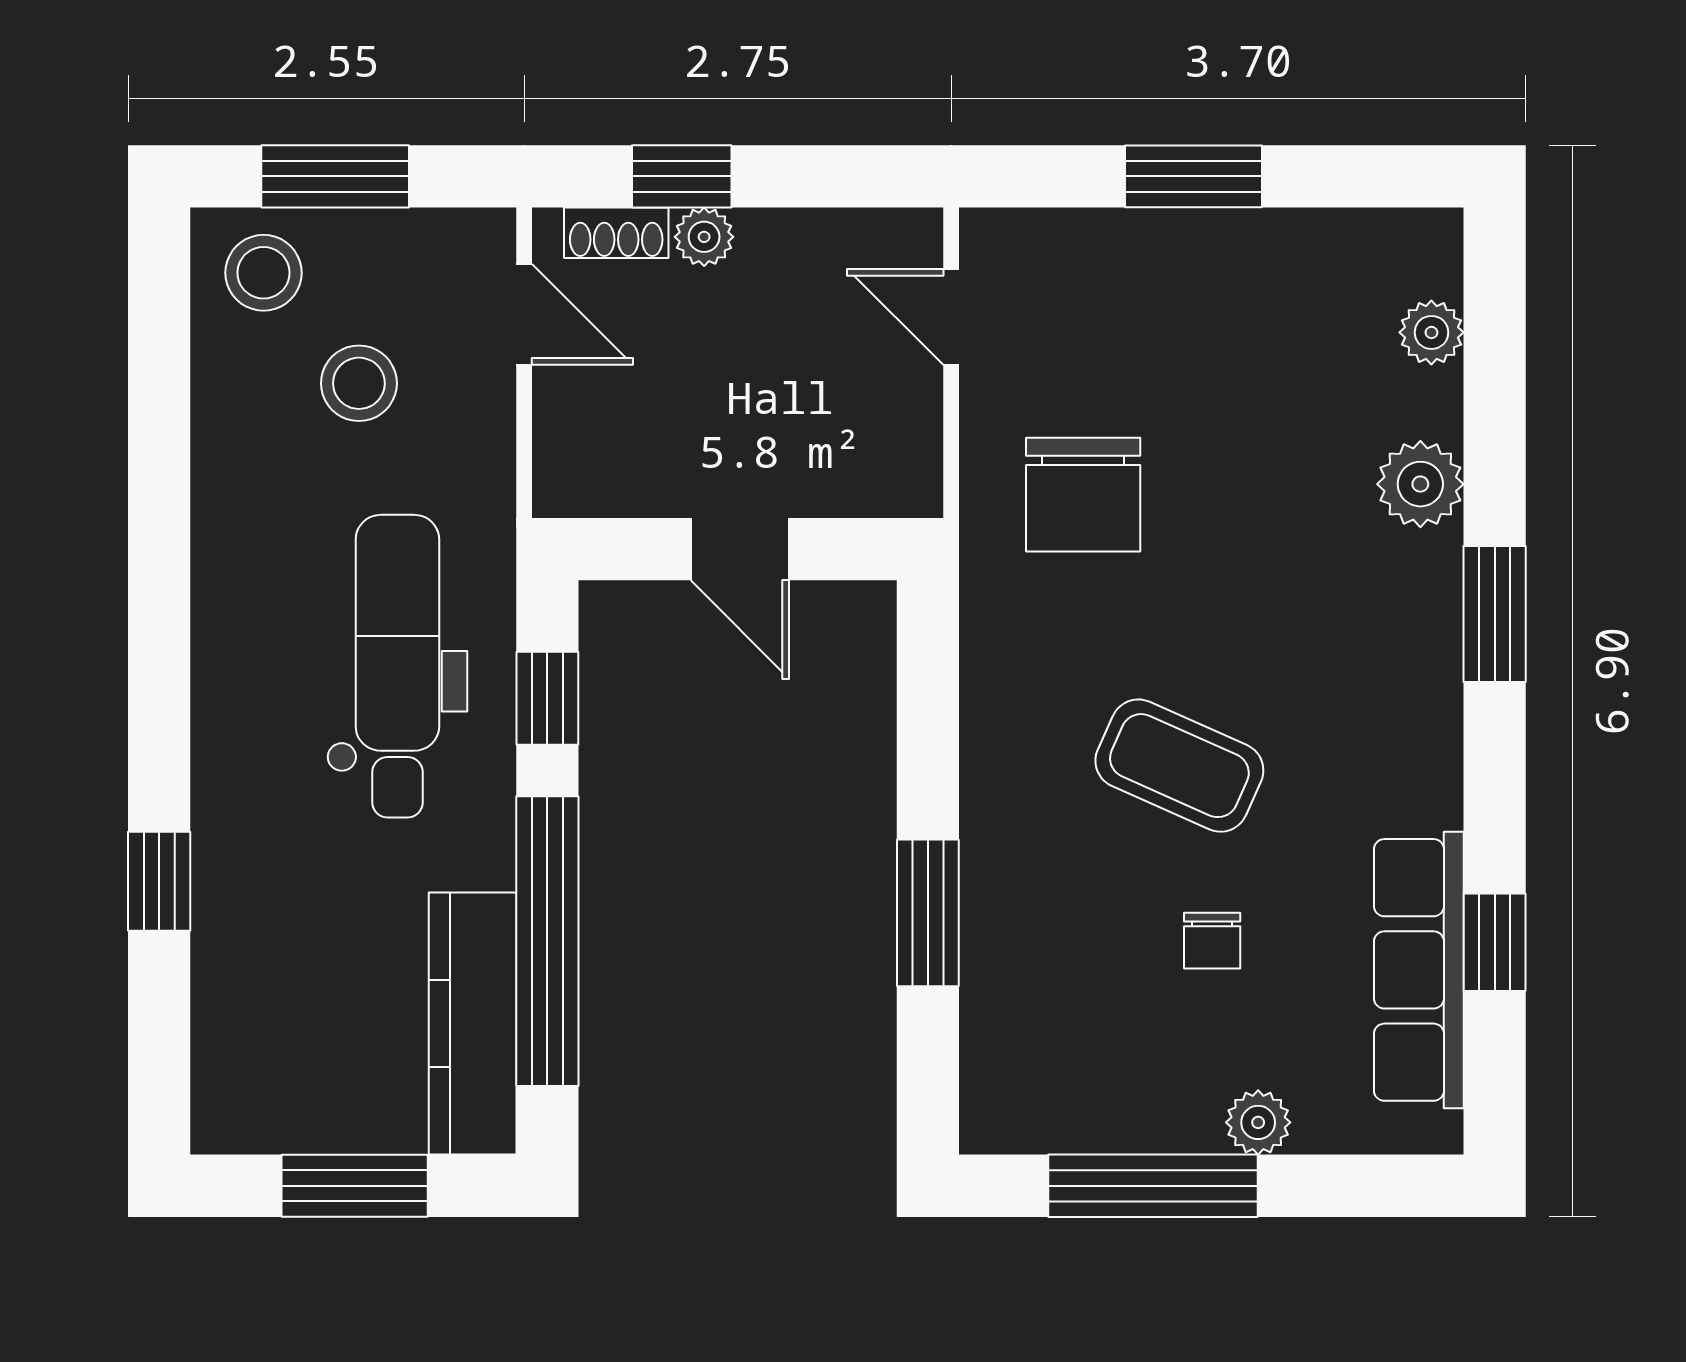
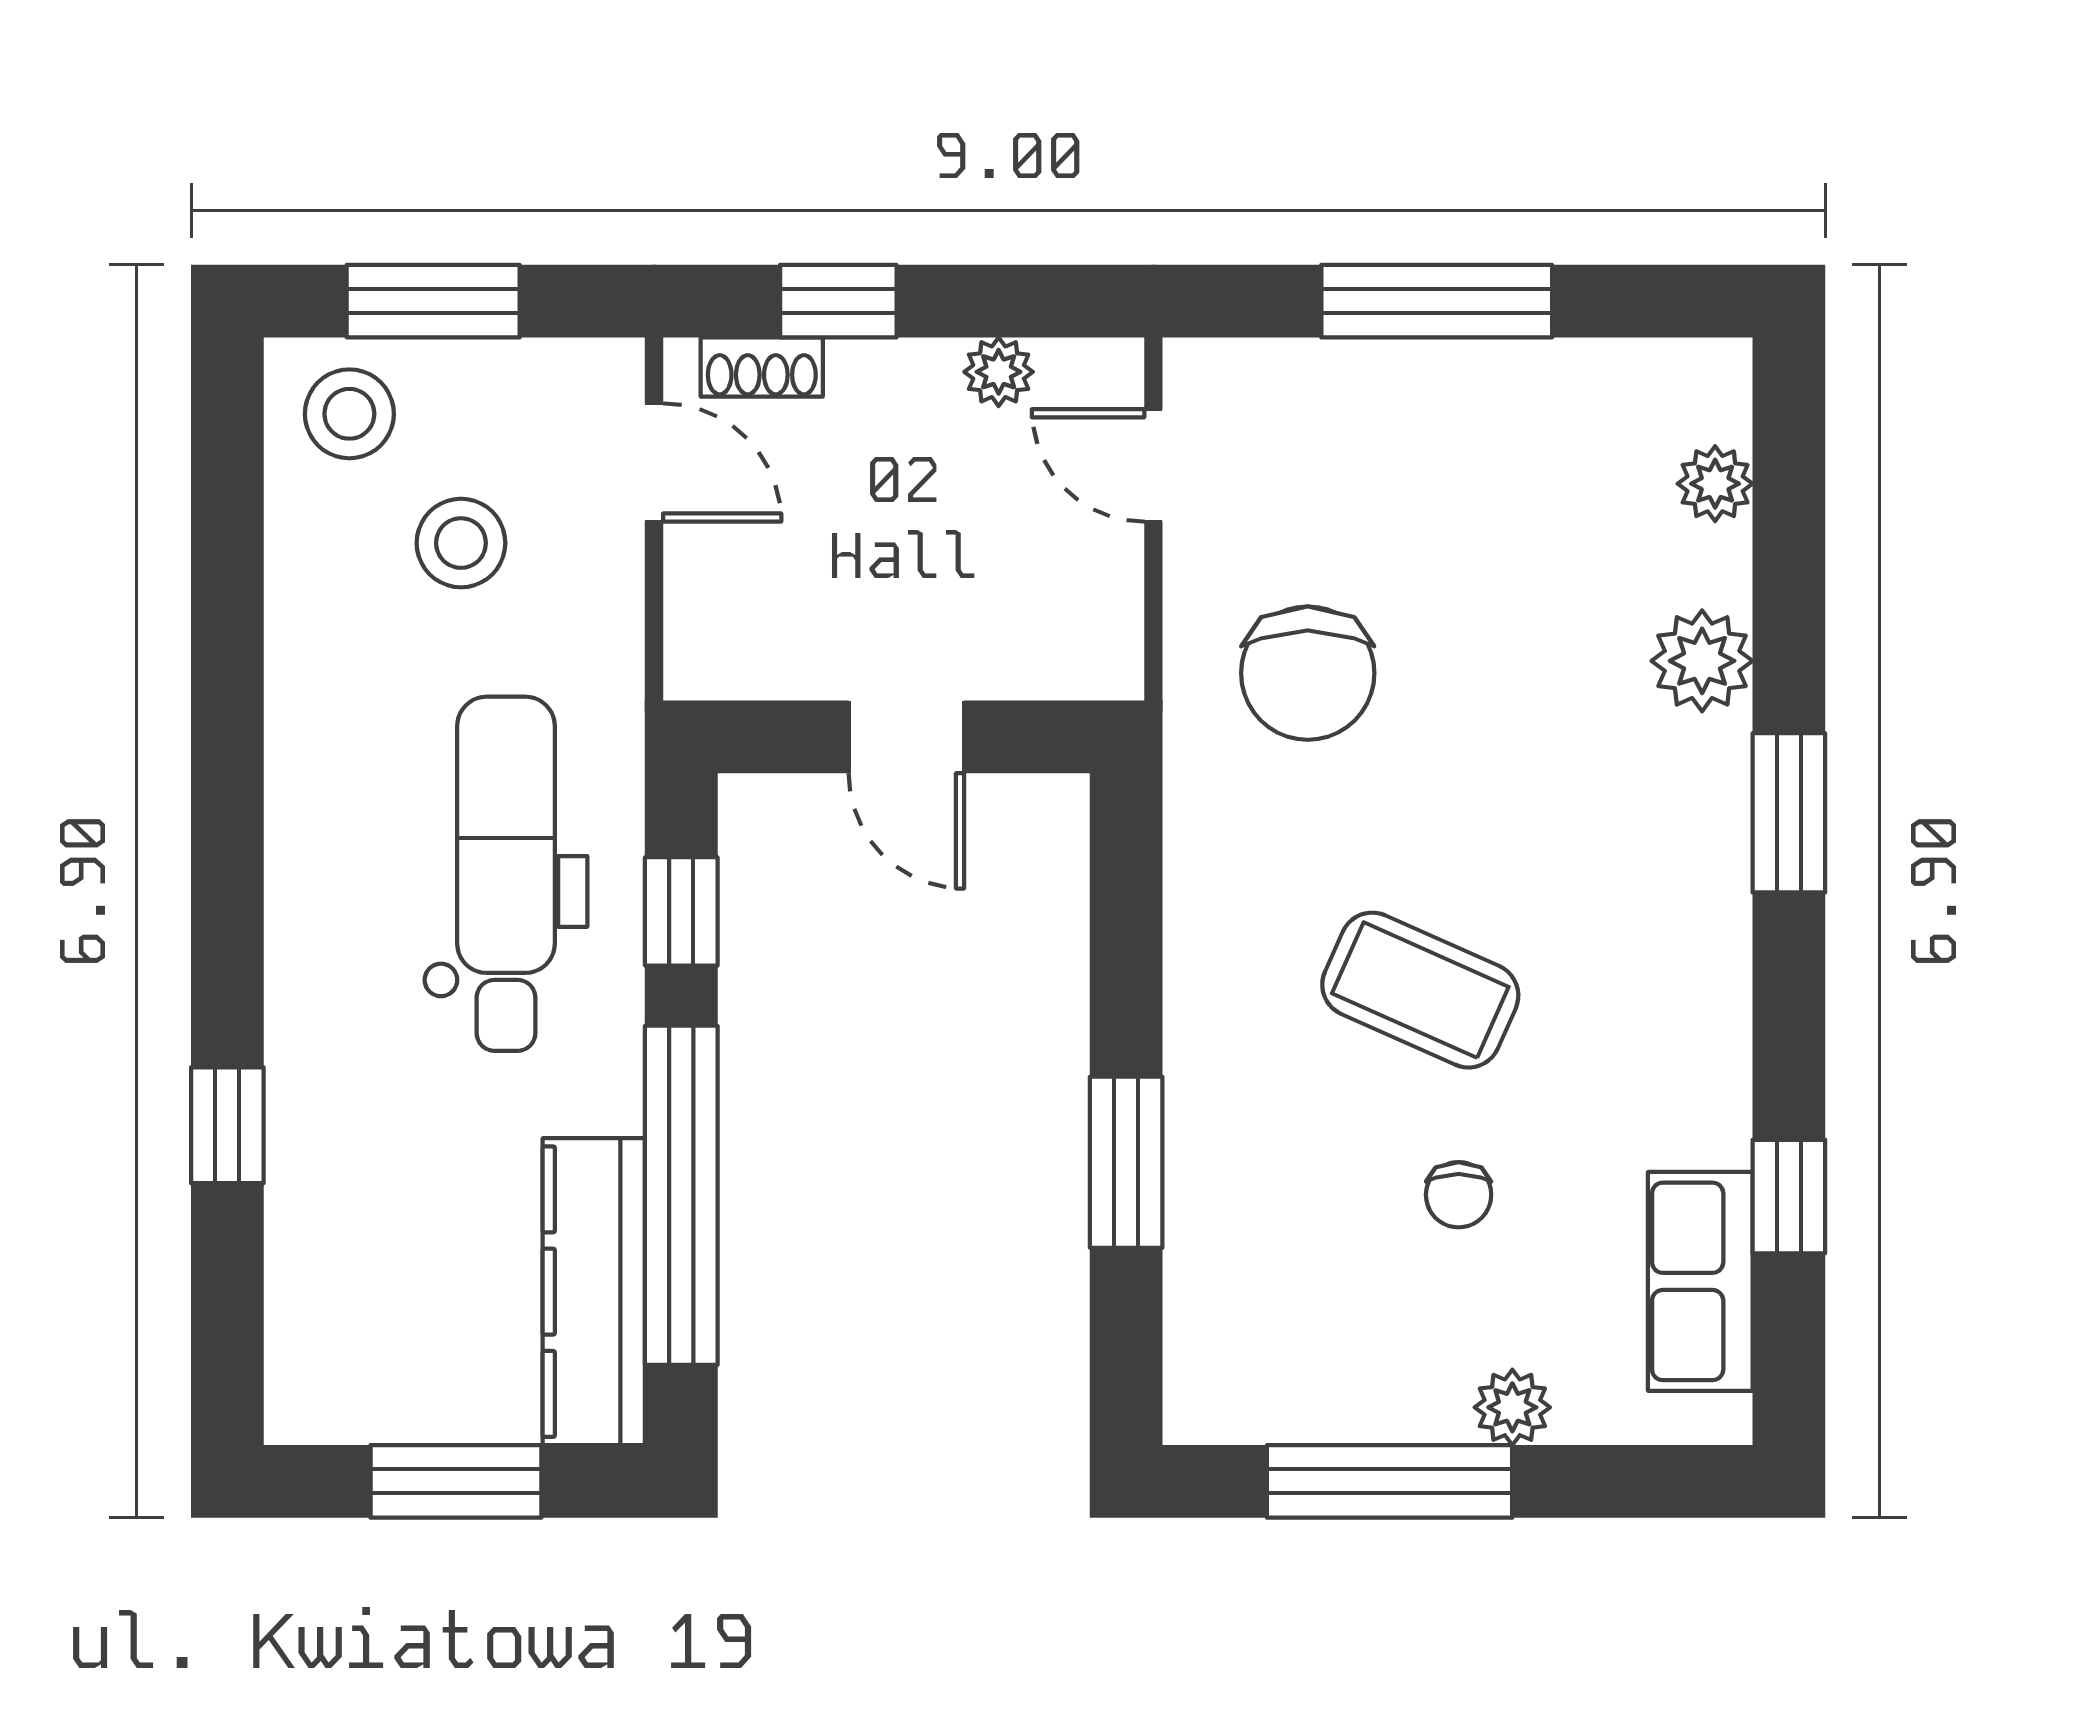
window: (1193, 176) -> (1437, 301), width x1.44
plant: (704, 237) -> (999, 372), moved
row of seats: (1419, 970) -> (1700, 1281), width x0.68

